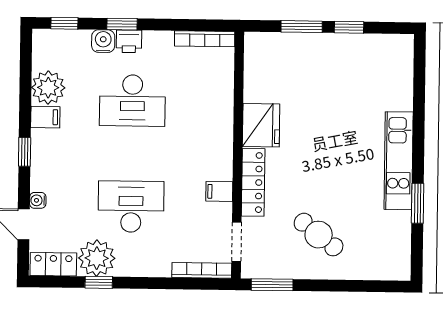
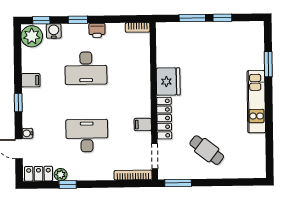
bookcase: (205, 39) -> (138, 27), width x0.64
water cooler: (103, 41) -> (54, 31), moved
printer: (129, 41) -> (97, 30), moved
plant: (48, 88) -> (32, 36), moved
window: (418, 203) -> (268, 64), moved
plant: (97, 258) -> (61, 175), width x0.53, depth x0.53

